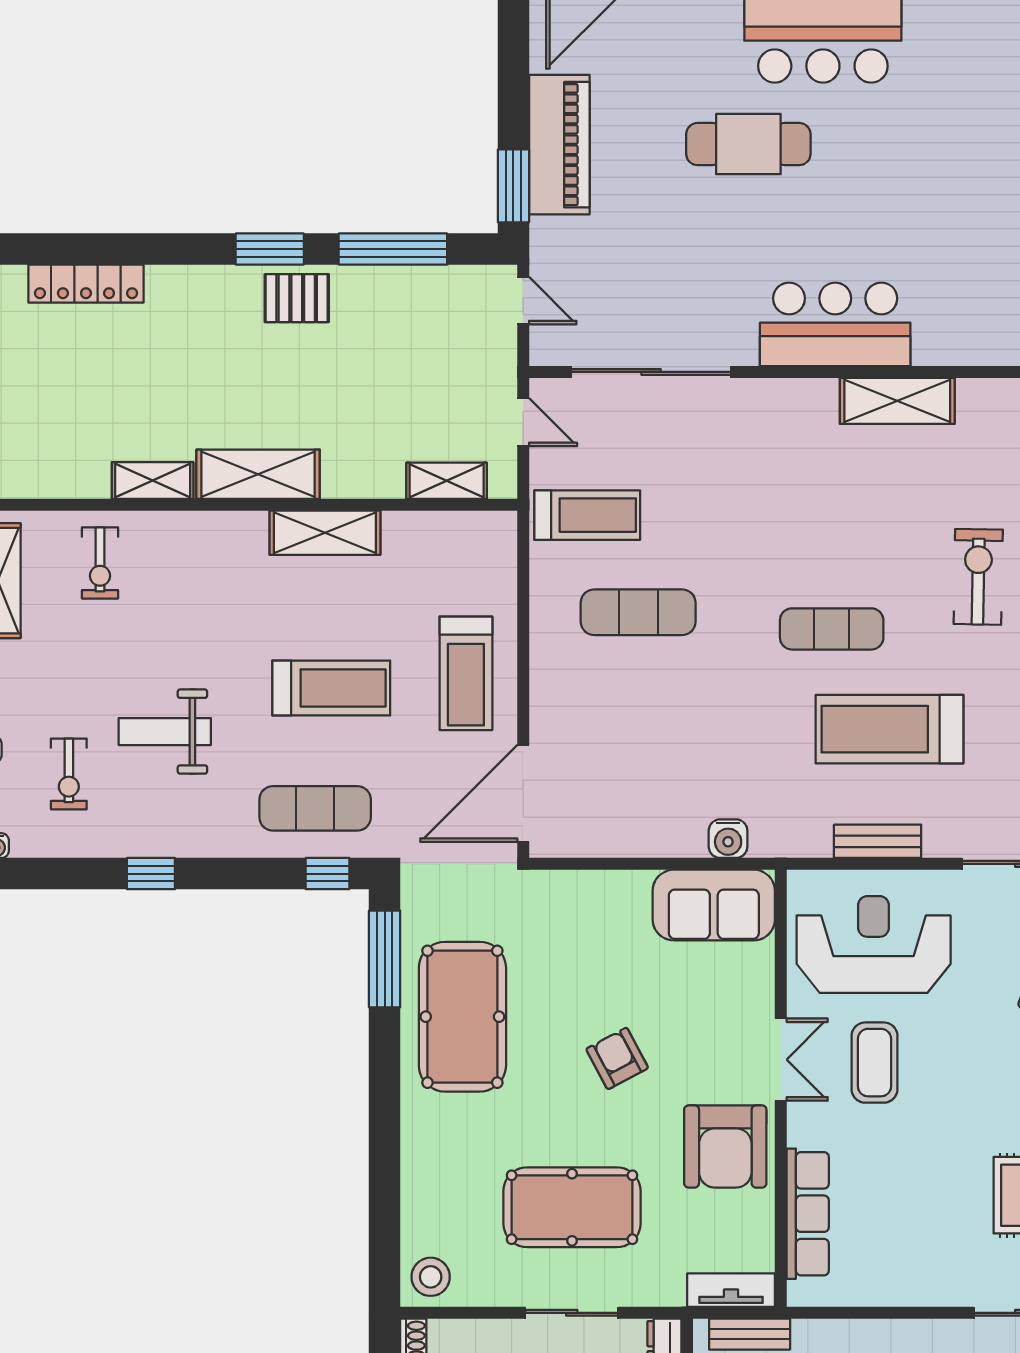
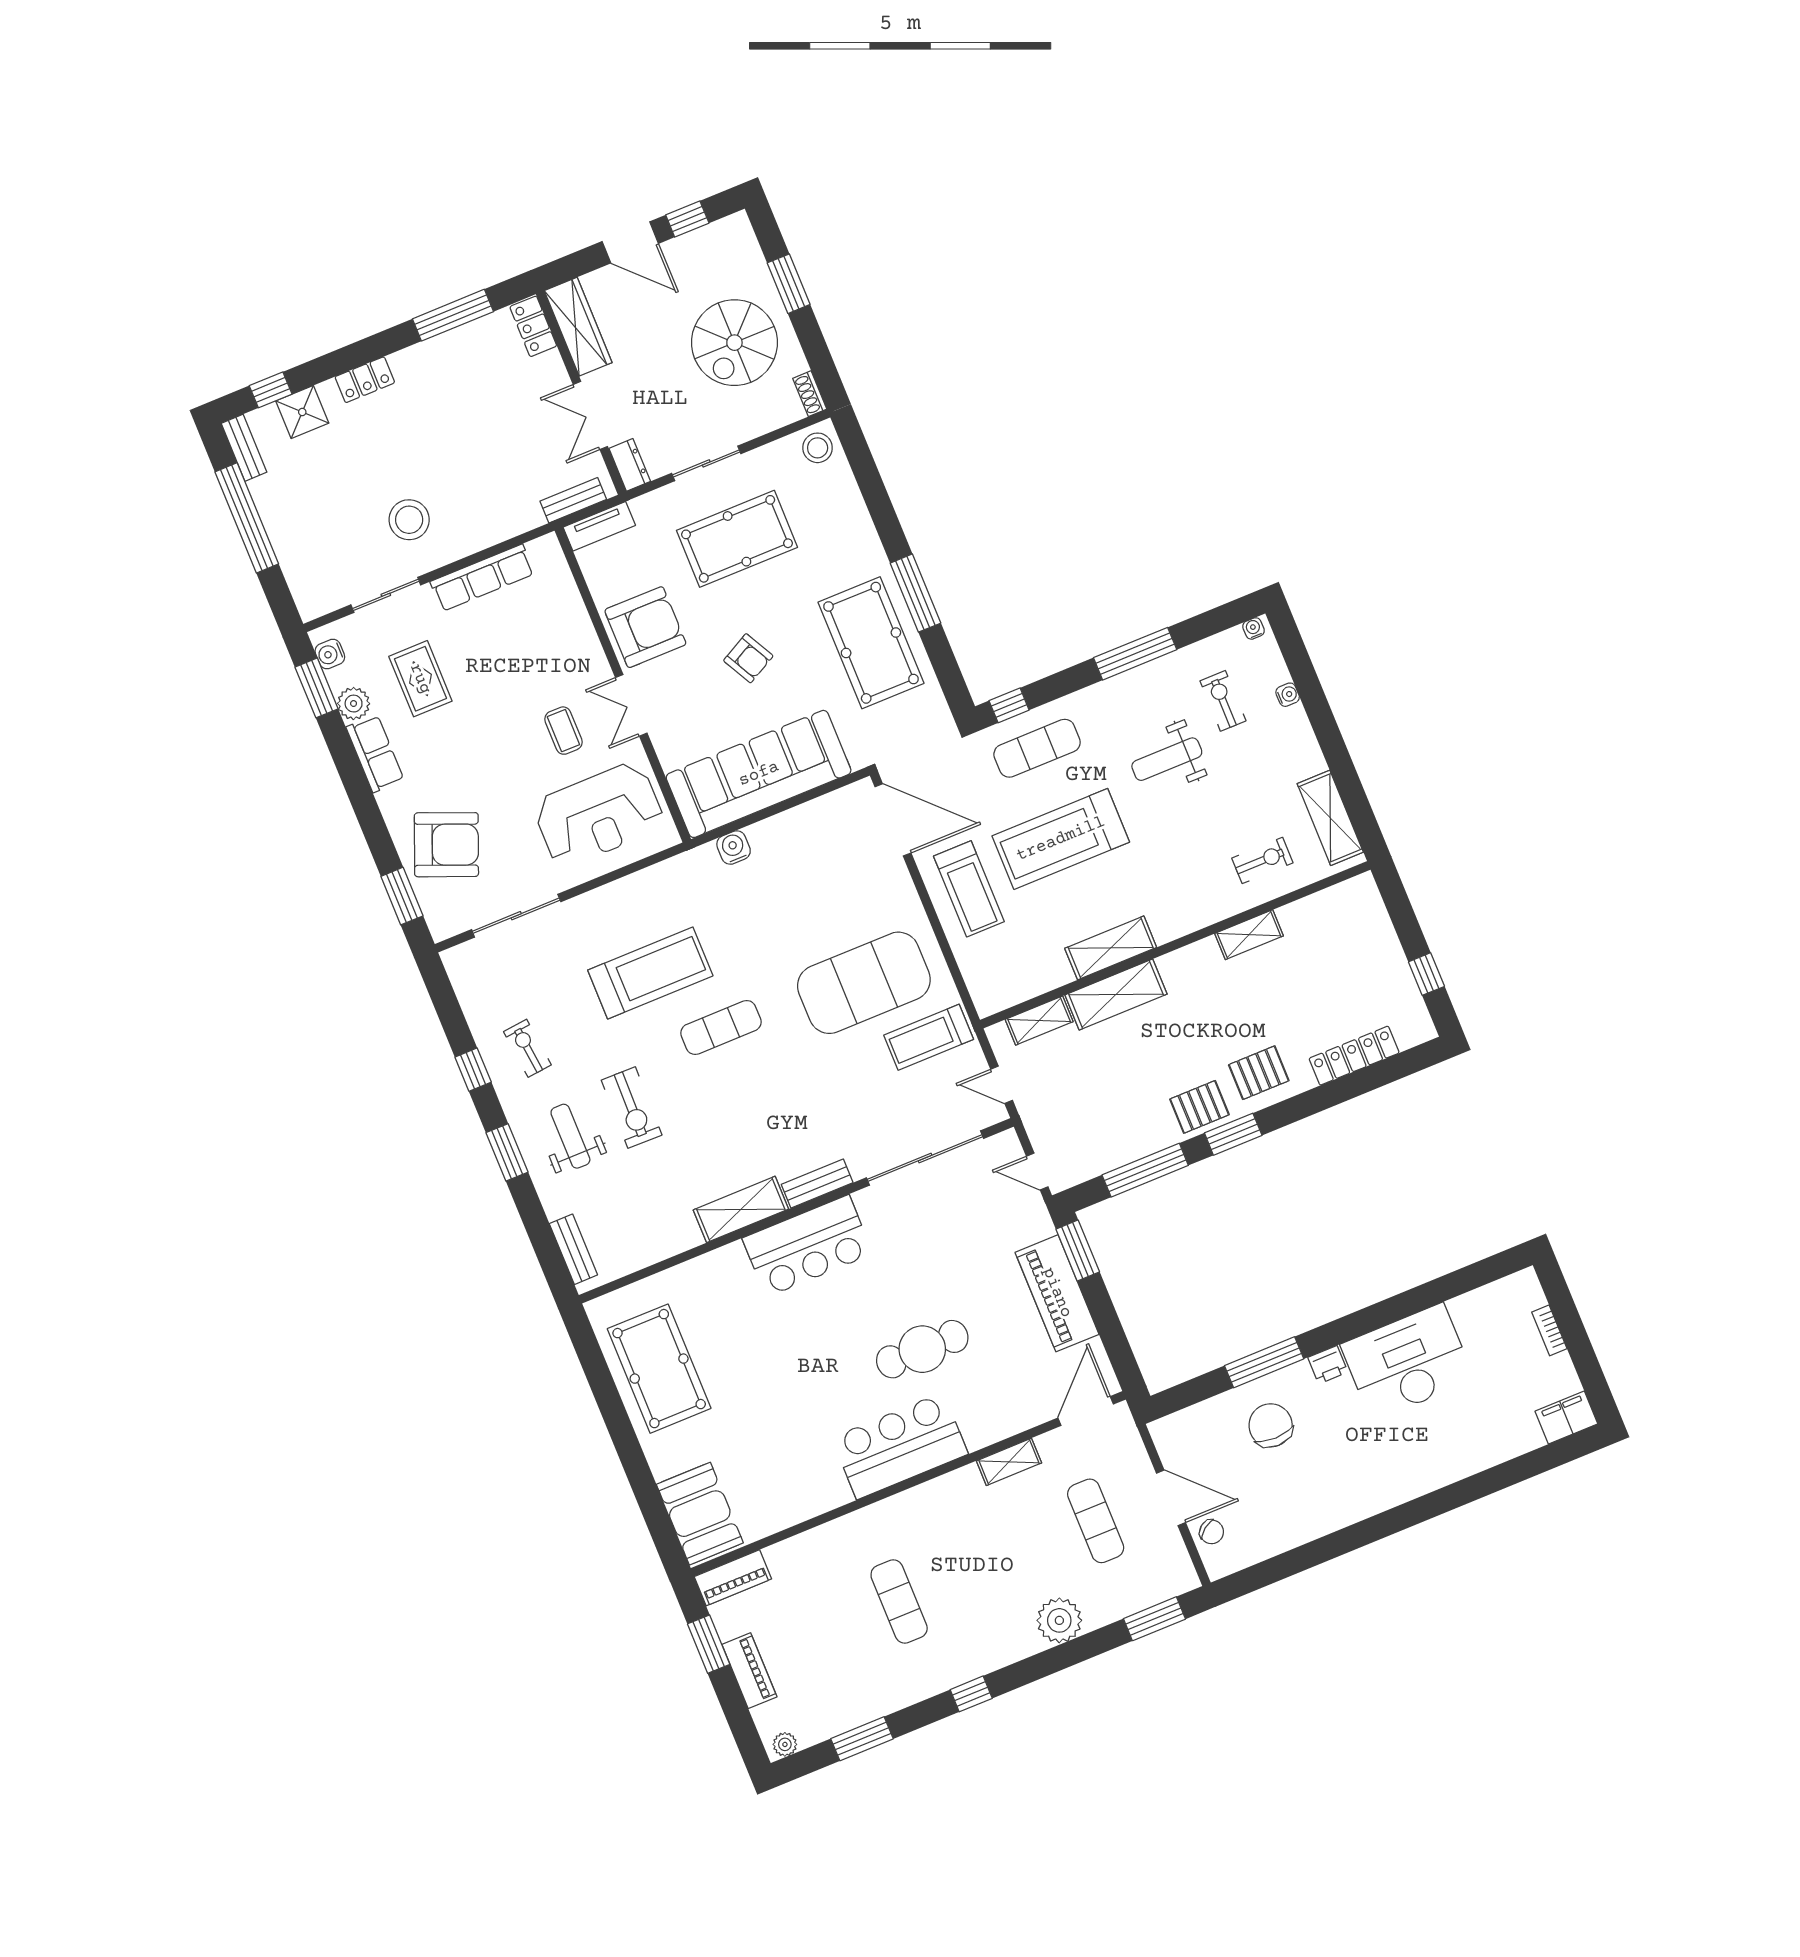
pallet: (209, 310) -> (1259, 1073), added
shelving: (258, 474) -> (1116, 994), moved
exercise bike: (100, 563) -> (1262, 860), turned 90
exercise mat: (638, 612) -> (864, 983), width x2.00, depth x1.45
treadmill: (466, 673) -> (969, 889), turned 180
treadmill: (331, 688) -> (1061, 839), width x1.37, depth x1.38
weight bench: (165, 732) -> (1167, 759), turned 180
door: (523, 793) -> (893, 820), hinge flipped
bench: (878, 841) -> (817, 1183), moved
window: (151, 874) -> (1135, 654), width x2.17
sofa: (714, 905) -> (759, 774), width x1.85, depth x1.27
window: (385, 959) -> (915, 593), moved
coffee table: (875, 1063) -> (563, 731), width x0.73, depth x0.77
armchair: (725, 1146) -> (645, 627), turned 90
row of seats: (808, 1214) -> (482, 578), moved, turned -90

